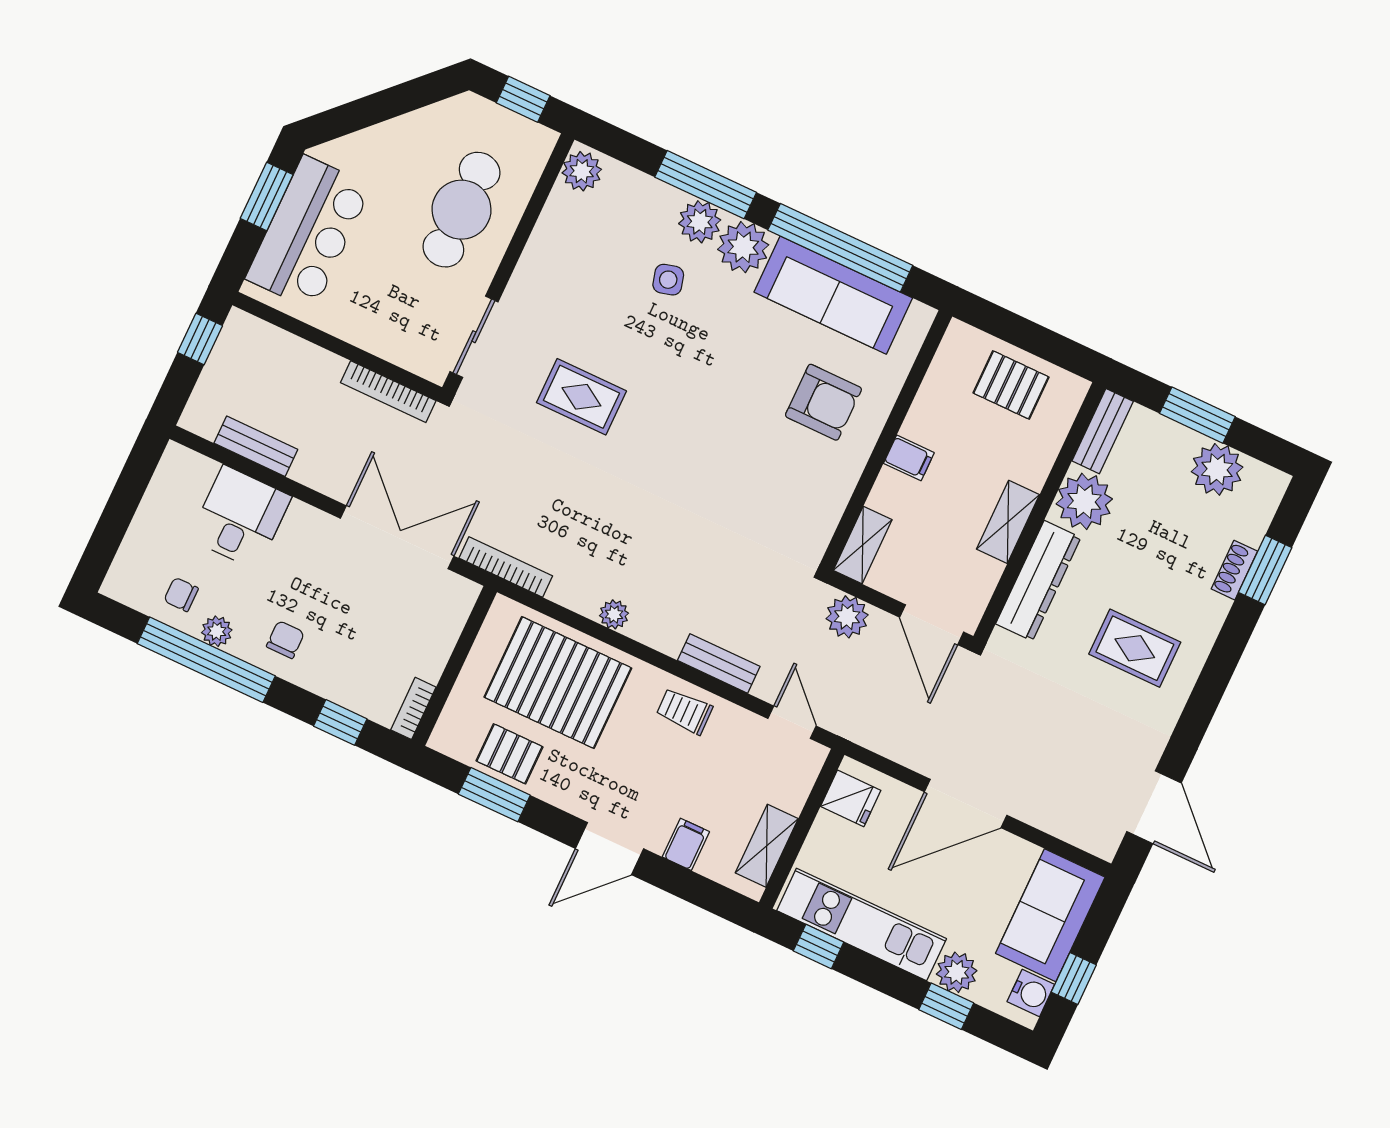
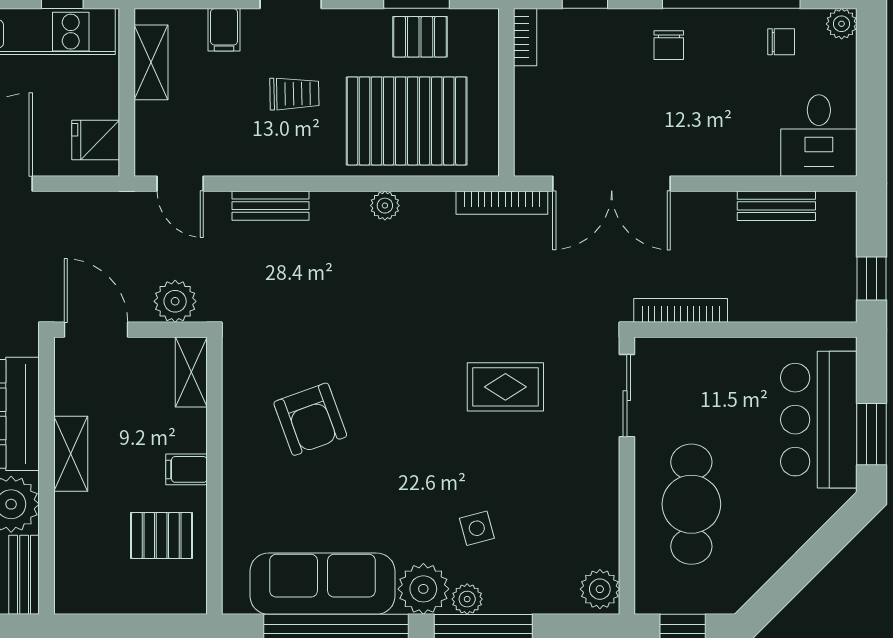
plant: (700, 222) -> (467, 599), width x0.73, depth x0.73
pallet: (1011, 385) -> (162, 536), moved
armchair: (823, 402) -> (310, 419), moved, turned -110
desk: (240, 518) -> (819, 135), moved
plant: (217, 631) -> (842, 24), moved
trolley: (684, 711) -> (294, 94), moved

